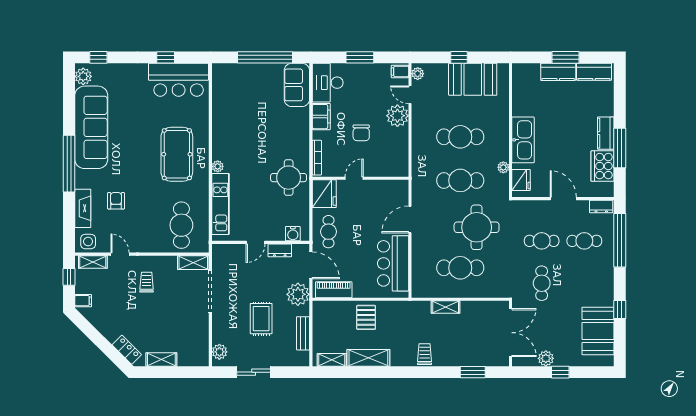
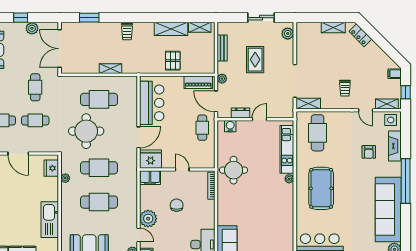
filing cabinet: (321, 117) -> (150, 178), moved, turned -90
kitchen sink: (523, 140) -> (50, 220), moved
door: (354, 178) -> (182, 170), swing flipped
fridge: (324, 194) -> (151, 159), moved, turned 90
plant: (298, 294) -> (222, 79), width x0.53, depth x0.53

